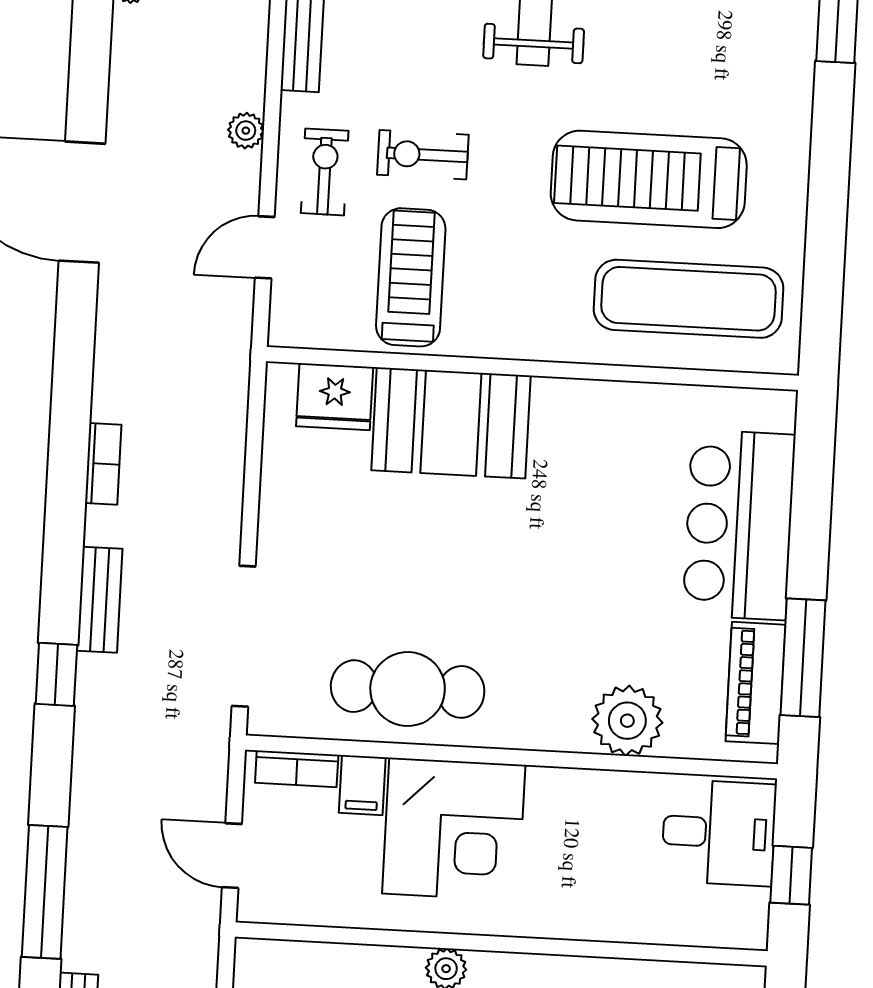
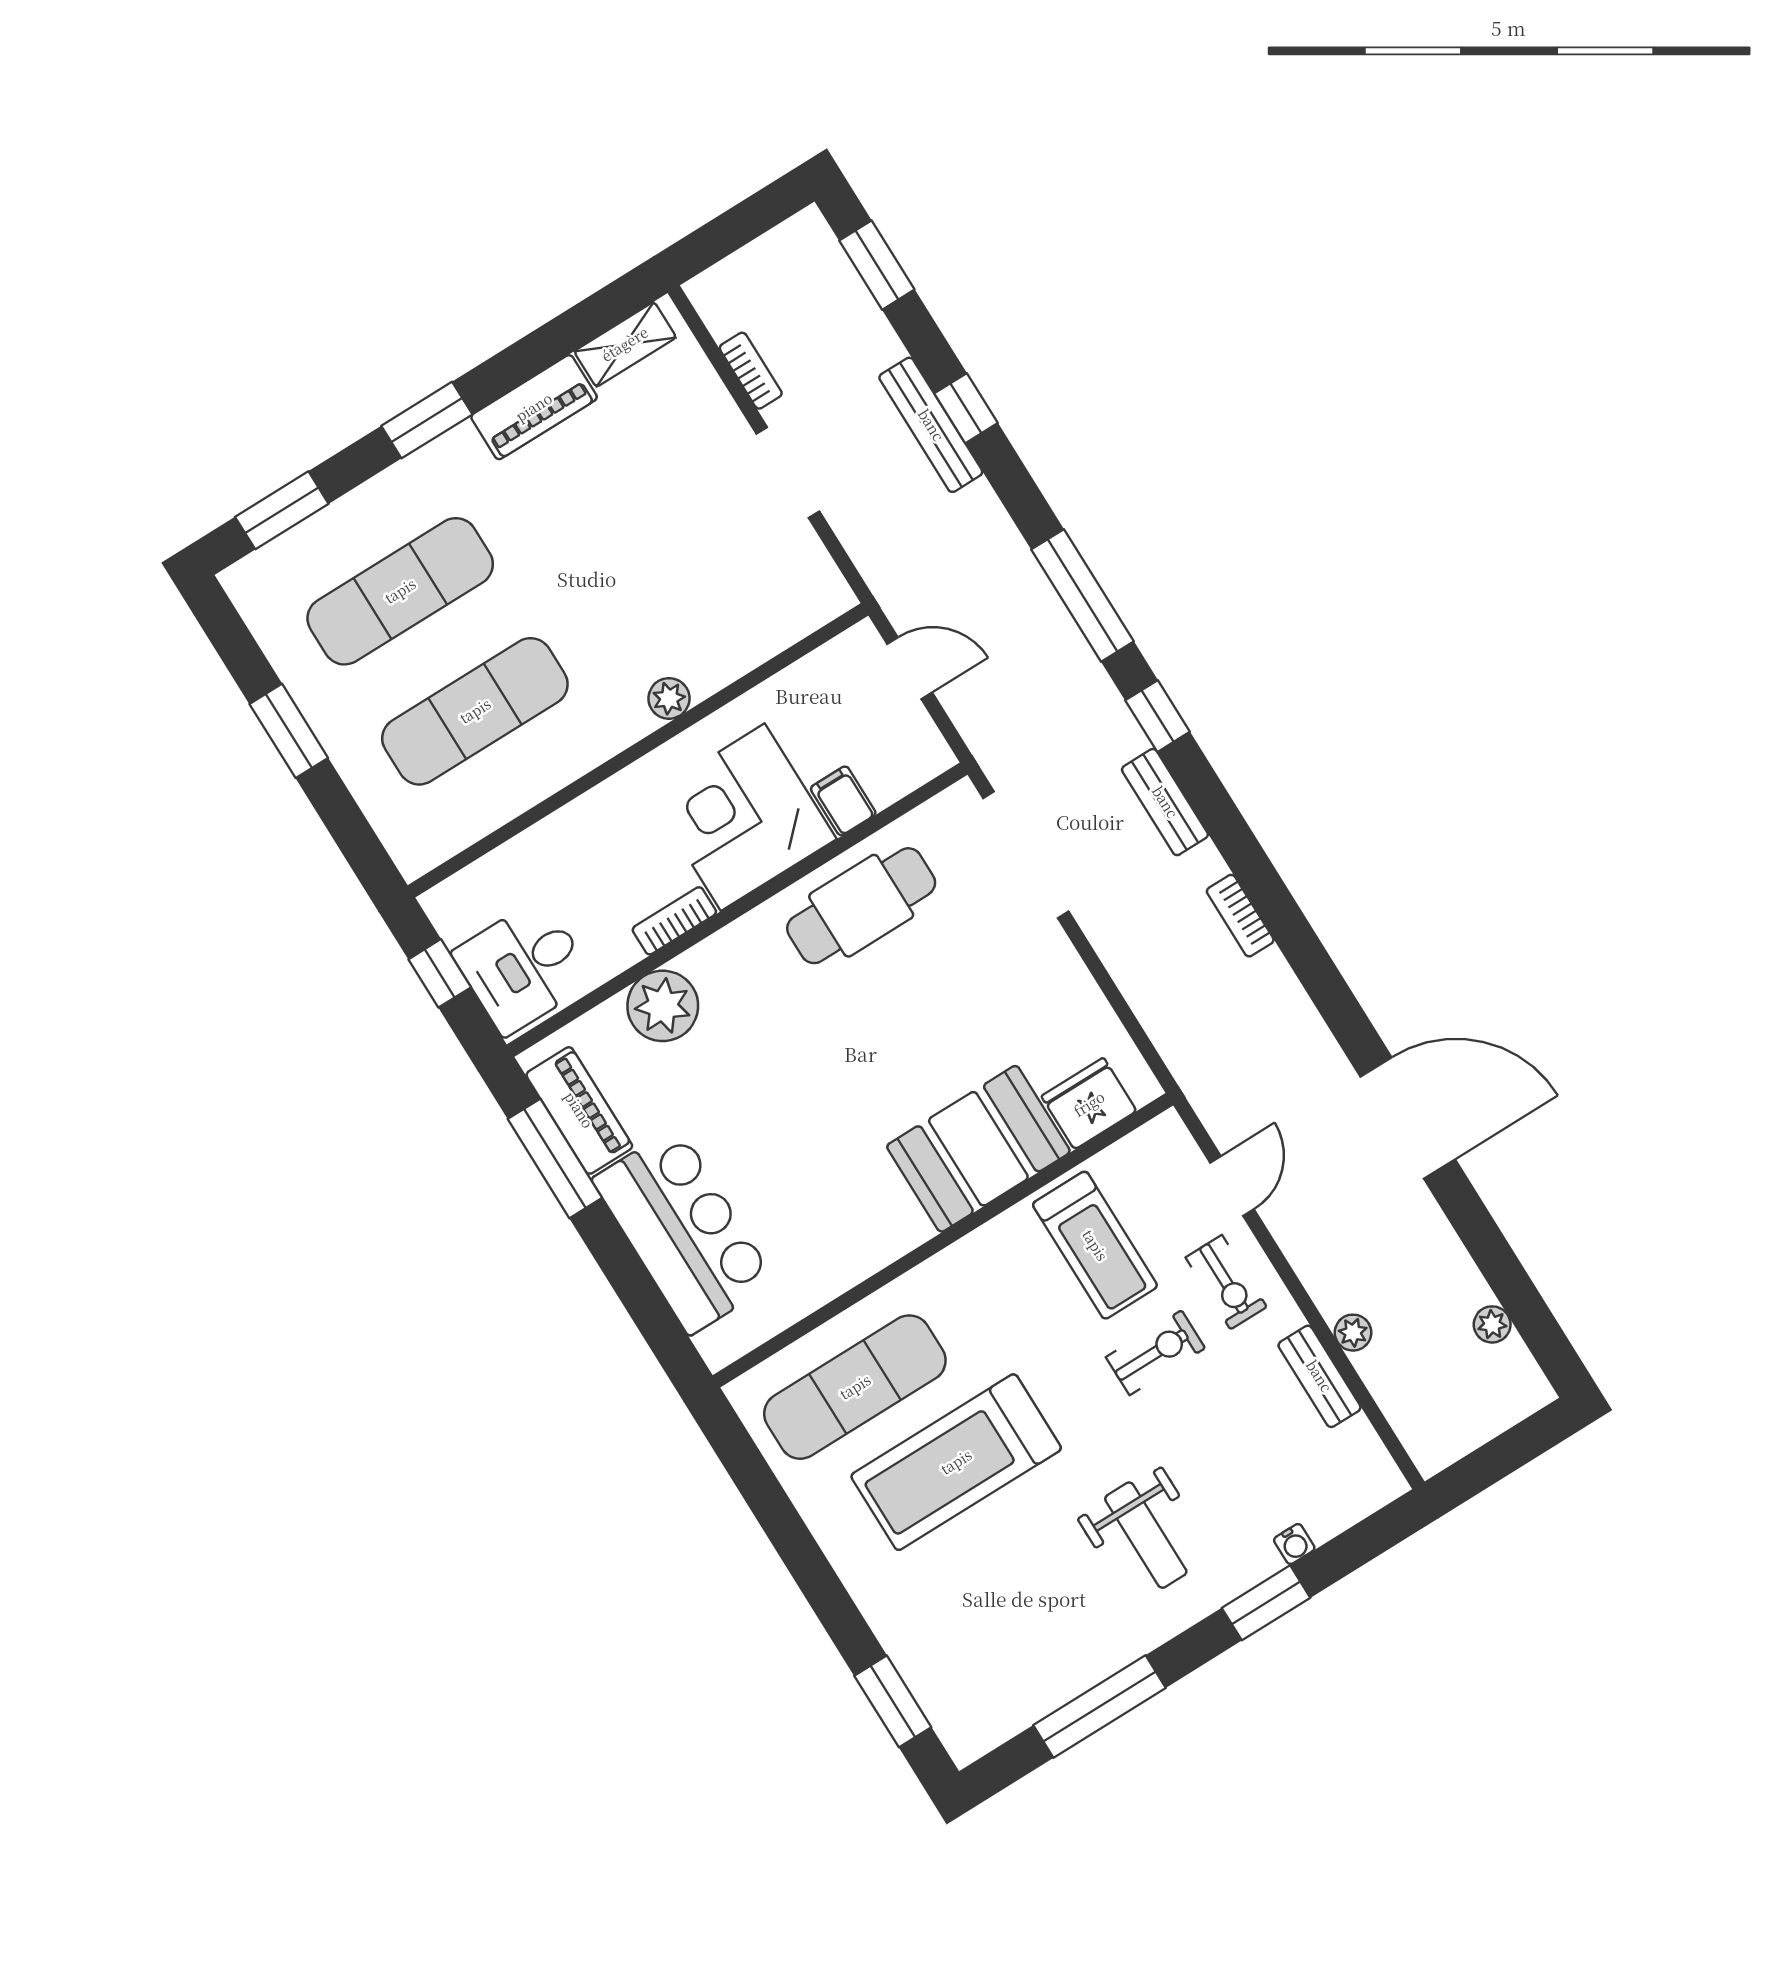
plant: (246, 131) -> (1353, 1333), moved
treadmill: (649, 179) -> (956, 1462), turned 180
bookcase: (297, 769) -> (674, 921), moved
window: (45, 892) -> (1082, 595), moved

